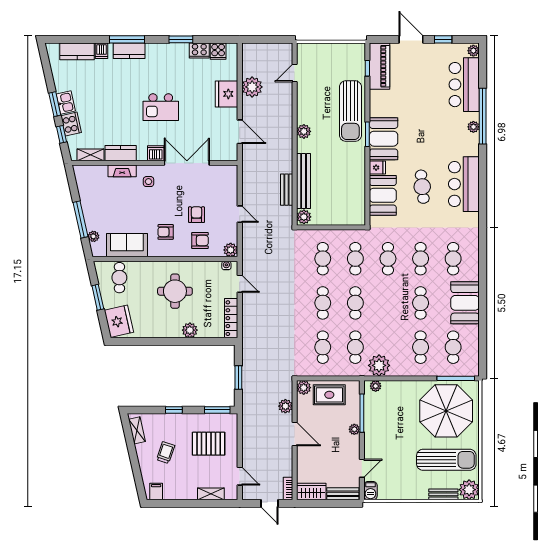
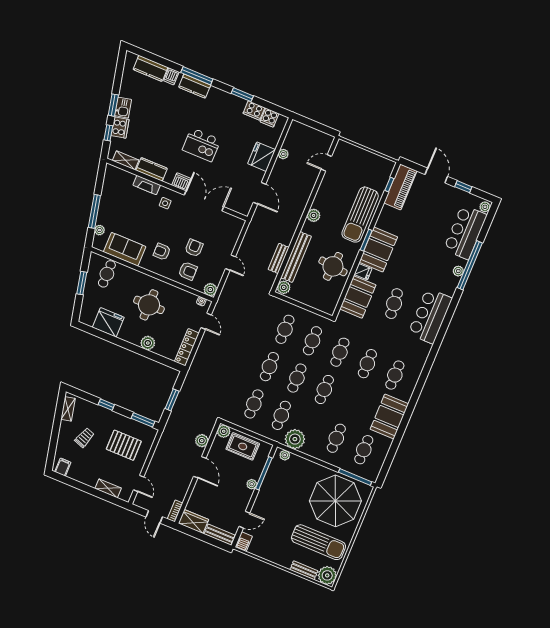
plant: (252, 87) -> (283, 154), width x0.53, depth x0.53
round table: (345, 175) -> (333, 266), added
cafe table: (421, 303) -> (324, 389), moved
fridge: (119, 321) -> (108, 322), moved, turned -77

